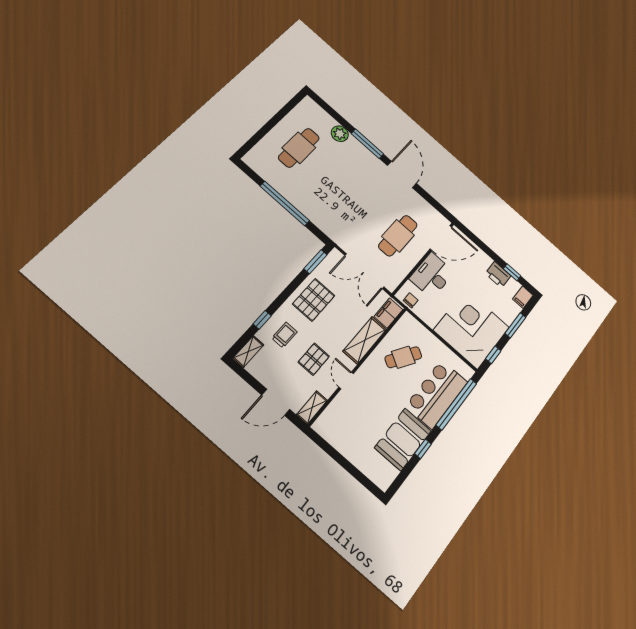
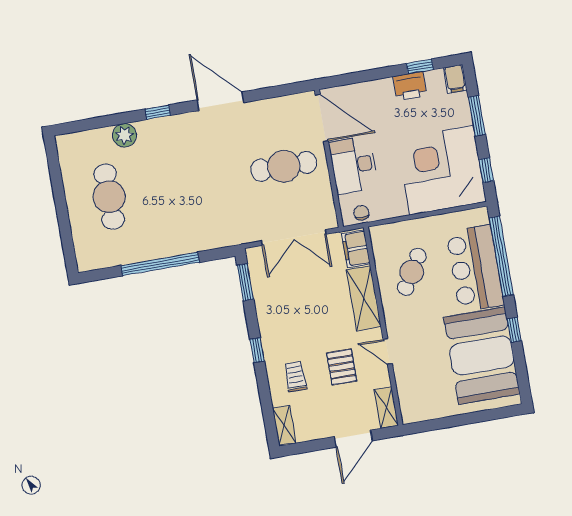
window: (367, 144) -> (158, 112), width x0.46
cafe table: (398, 236) -> (284, 166), turned 90
door: (441, 238) -> (322, 118), hinge flipped
pallet: (314, 300) -> (283, 317), removed
window: (262, 320) -> (257, 350), moved
booth: (403, 439) -> (482, 356), width x1.36, depth x1.42

